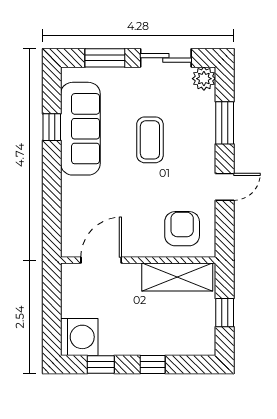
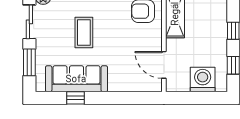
coffee table: (150, 140) -> (84, 33), turned 90
washing machine: (79, 337) -> (203, 80), moved

